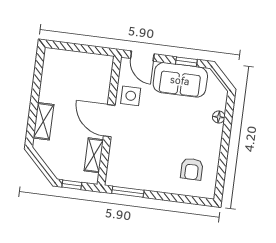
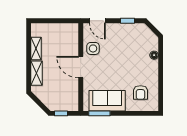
sofa: (180, 80) -> (107, 101), moved, turned 180
shelving: (94, 155) -> (36, 49), moved

